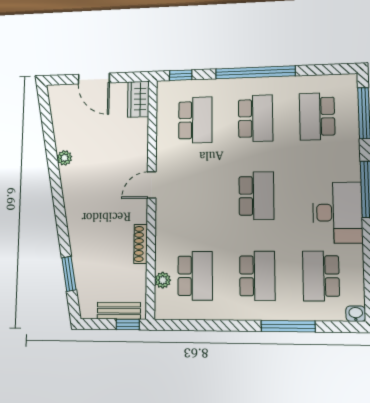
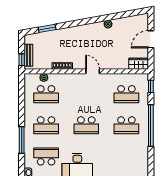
school desk: (317, 116) -> (126, 156), removed

